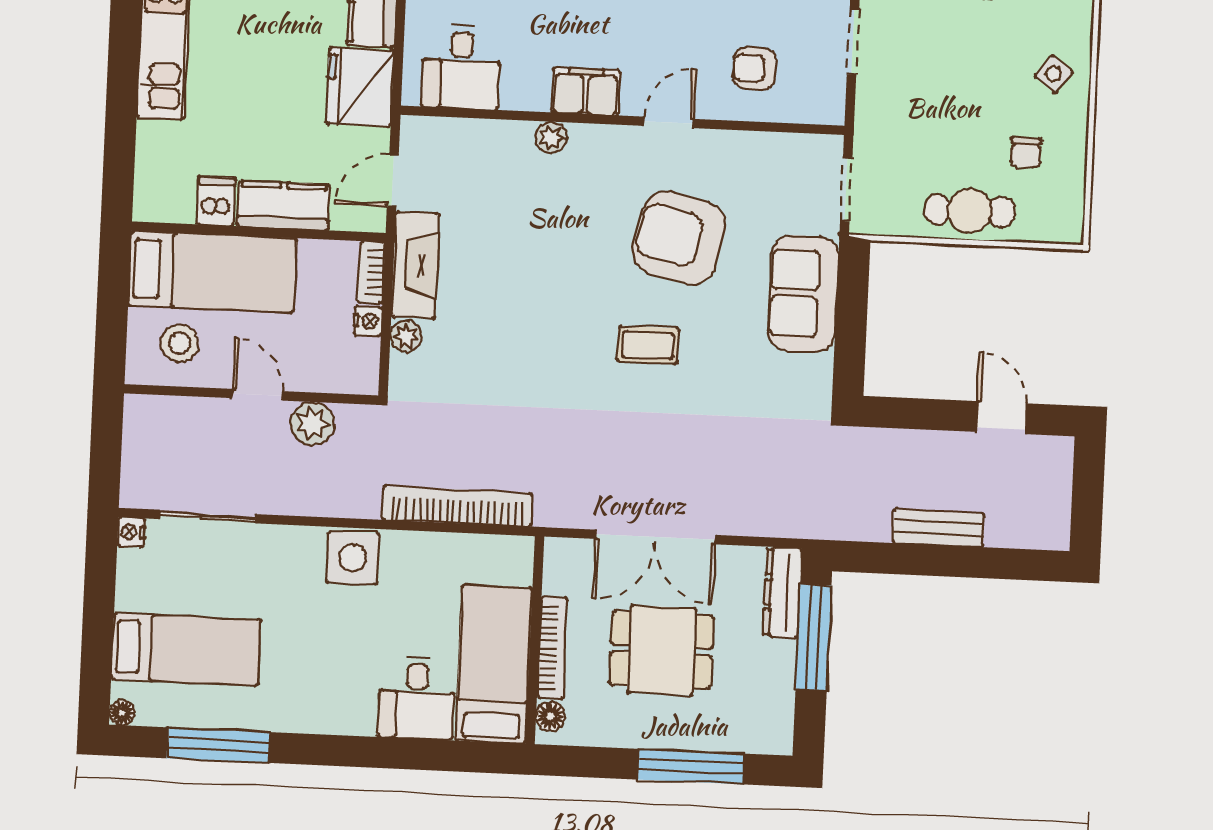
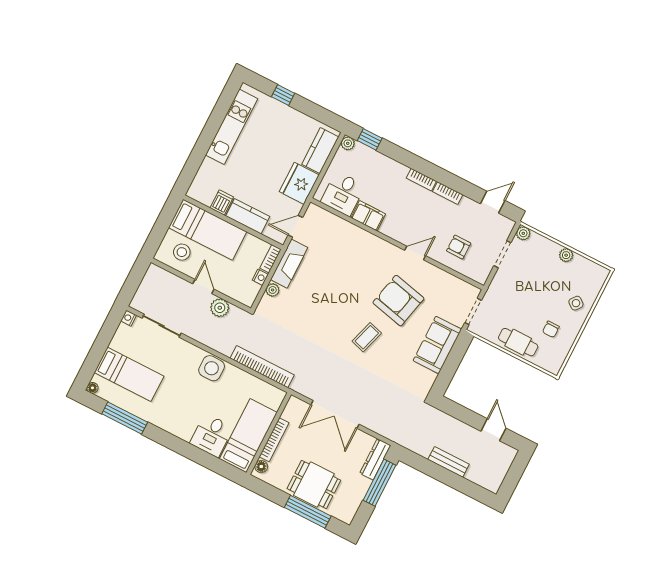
filing cabinet: (586, 92) -> (368, 216), moved
plant: (551, 137) -> (366, 238), removed
coffee table: (648, 345) -> (367, 337), turned -73
dining table: (662, 650) -> (314, 484), moved

